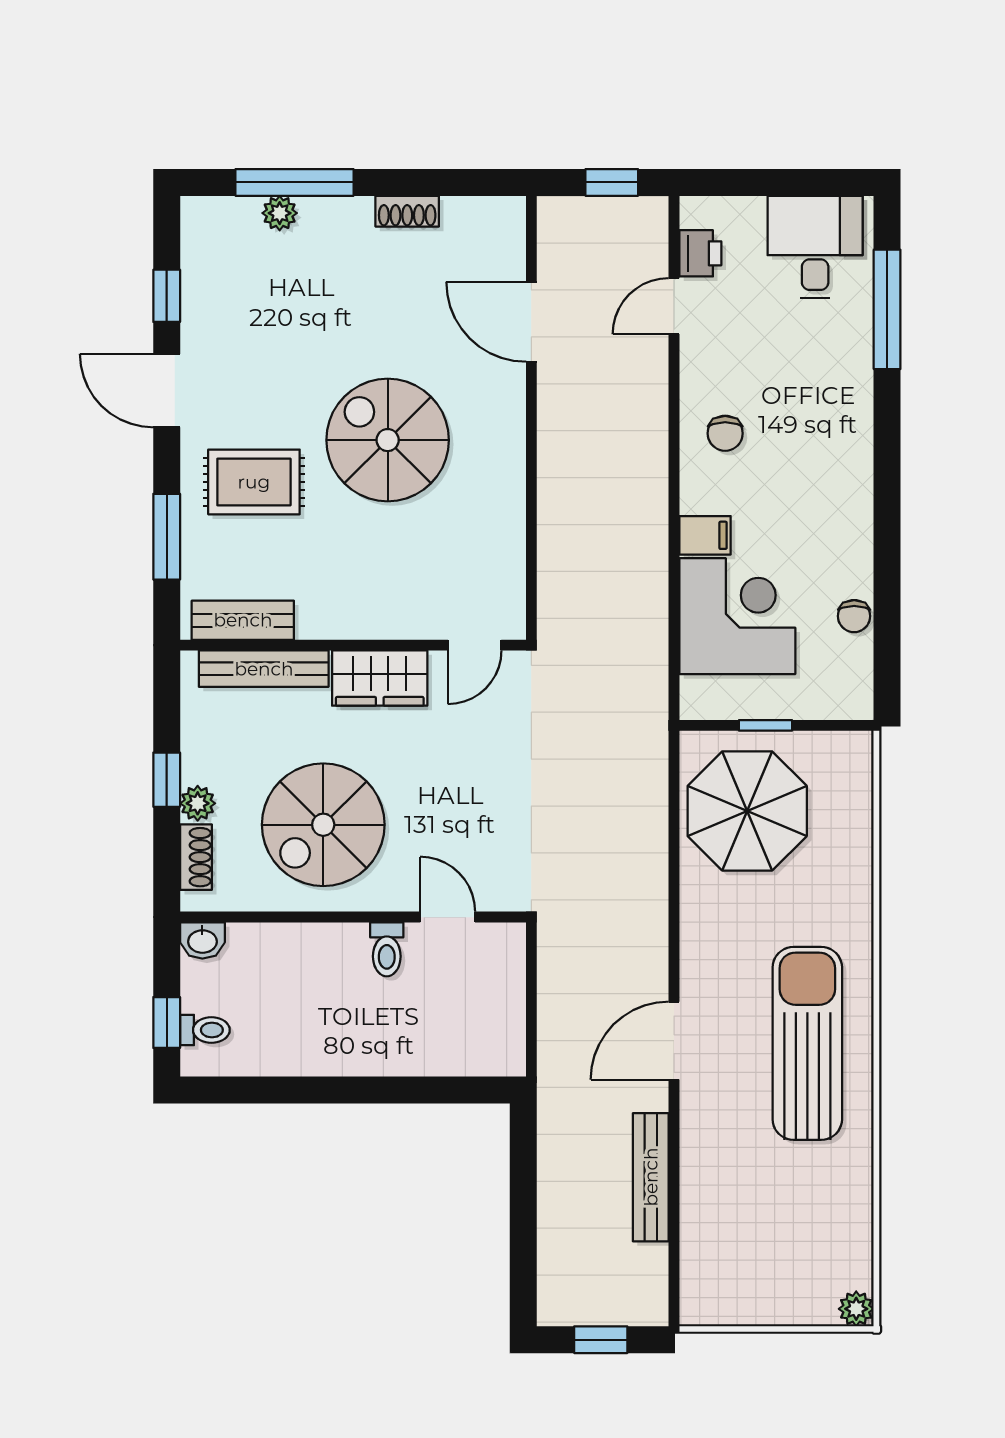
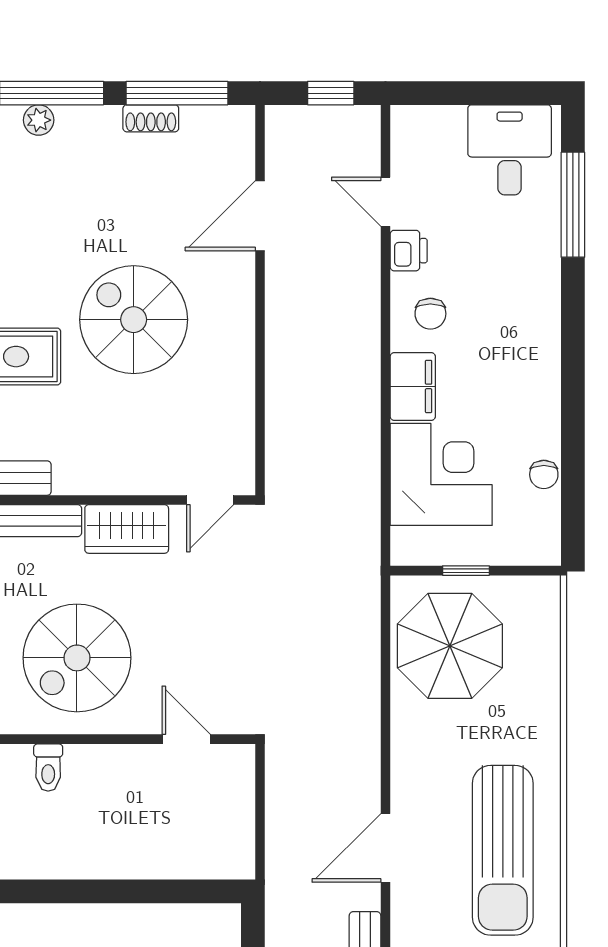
window: (437, 182) -> (177, 93), added
printer: (700, 253) -> (409, 251), moved
door: (674, 306) -> (385, 202), hinge flipped
door: (531, 322) -> (260, 216), hinge flipped
filing cabinet: (705, 535) -> (413, 386), width x2.00
toilet: (387, 949) -> (48, 768), moved
sun lounger: (807, 1043) -> (503, 850), turned 180

